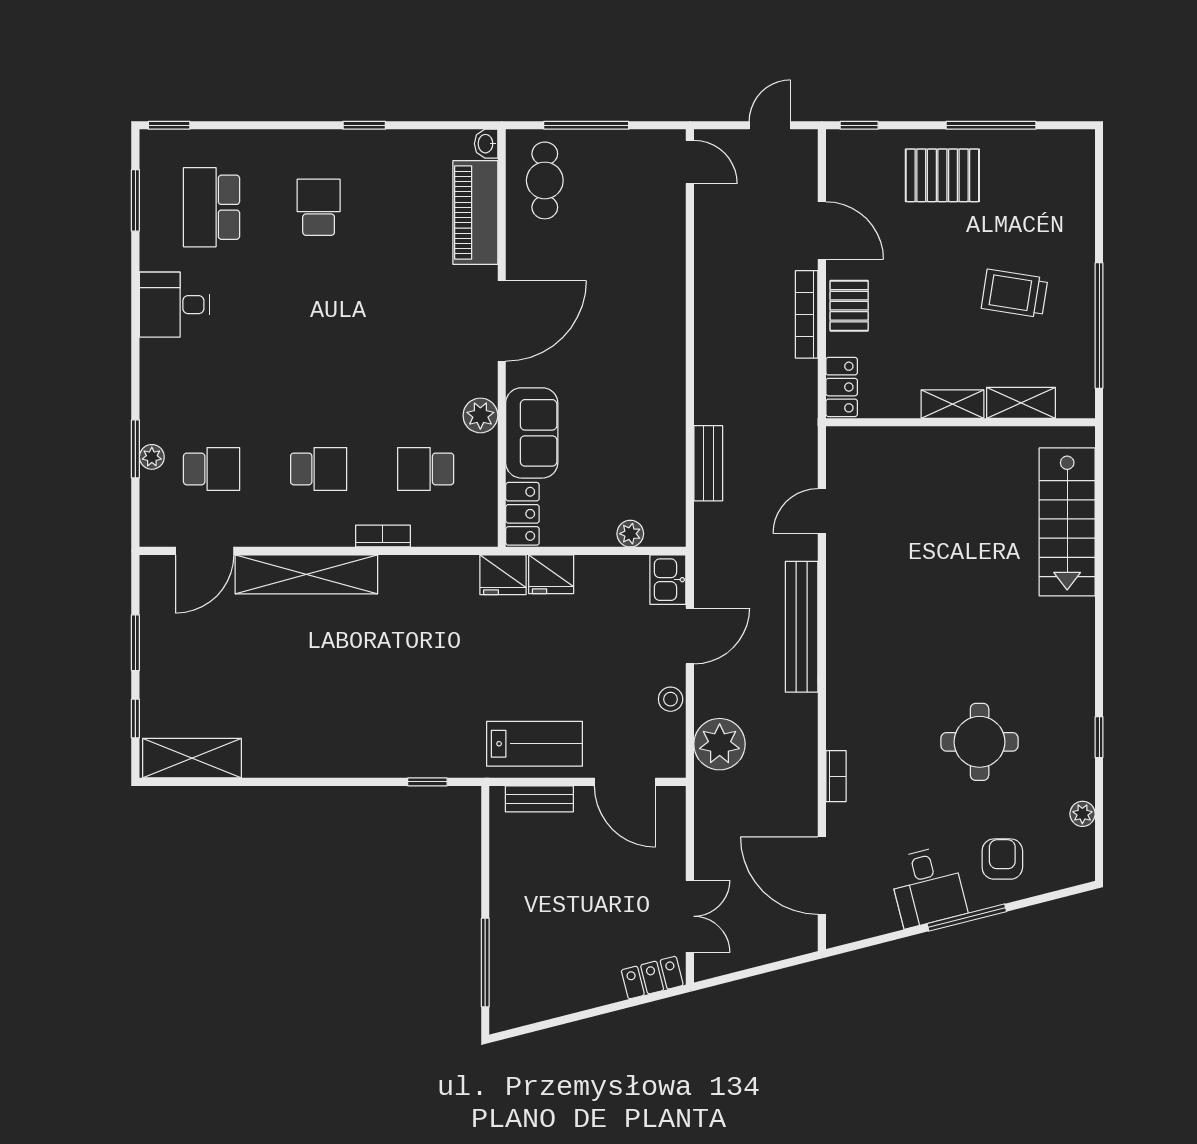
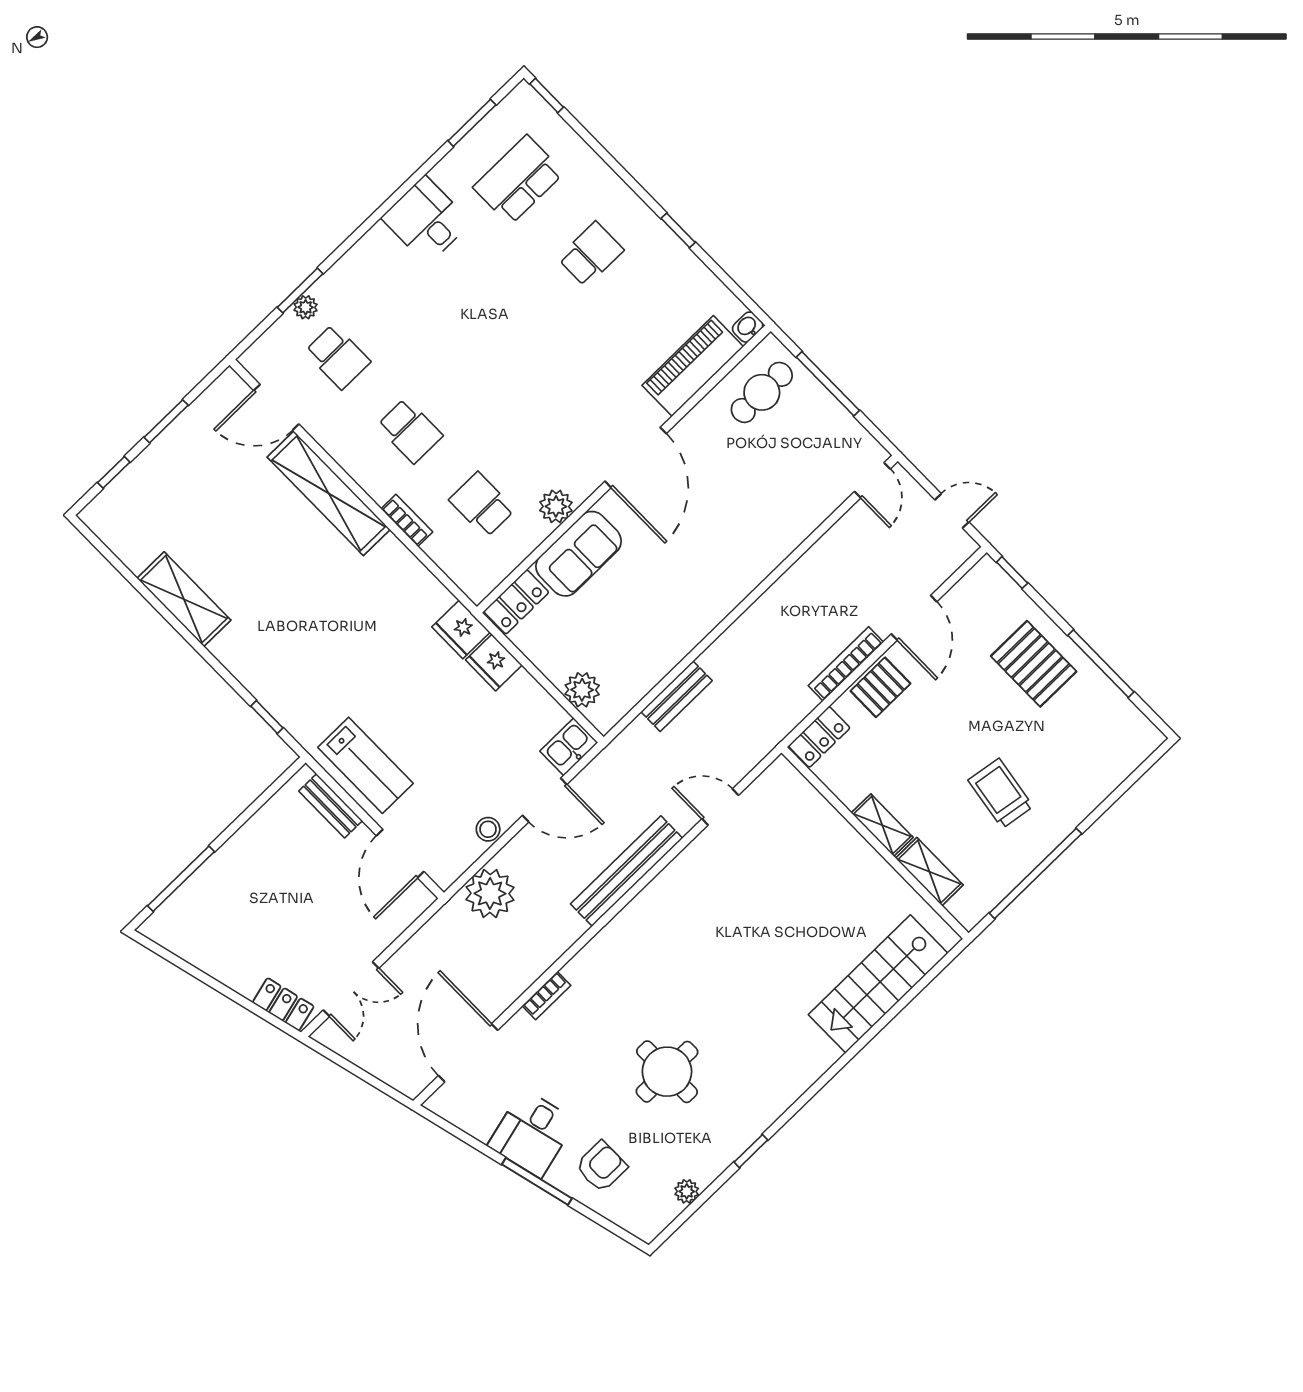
door: (502, 321) -> (636, 457), hinge flipped
plant: (630, 534) -> (582, 690), width x1.38, depth x1.38
shelving: (192, 758) -> (184, 599), moved

